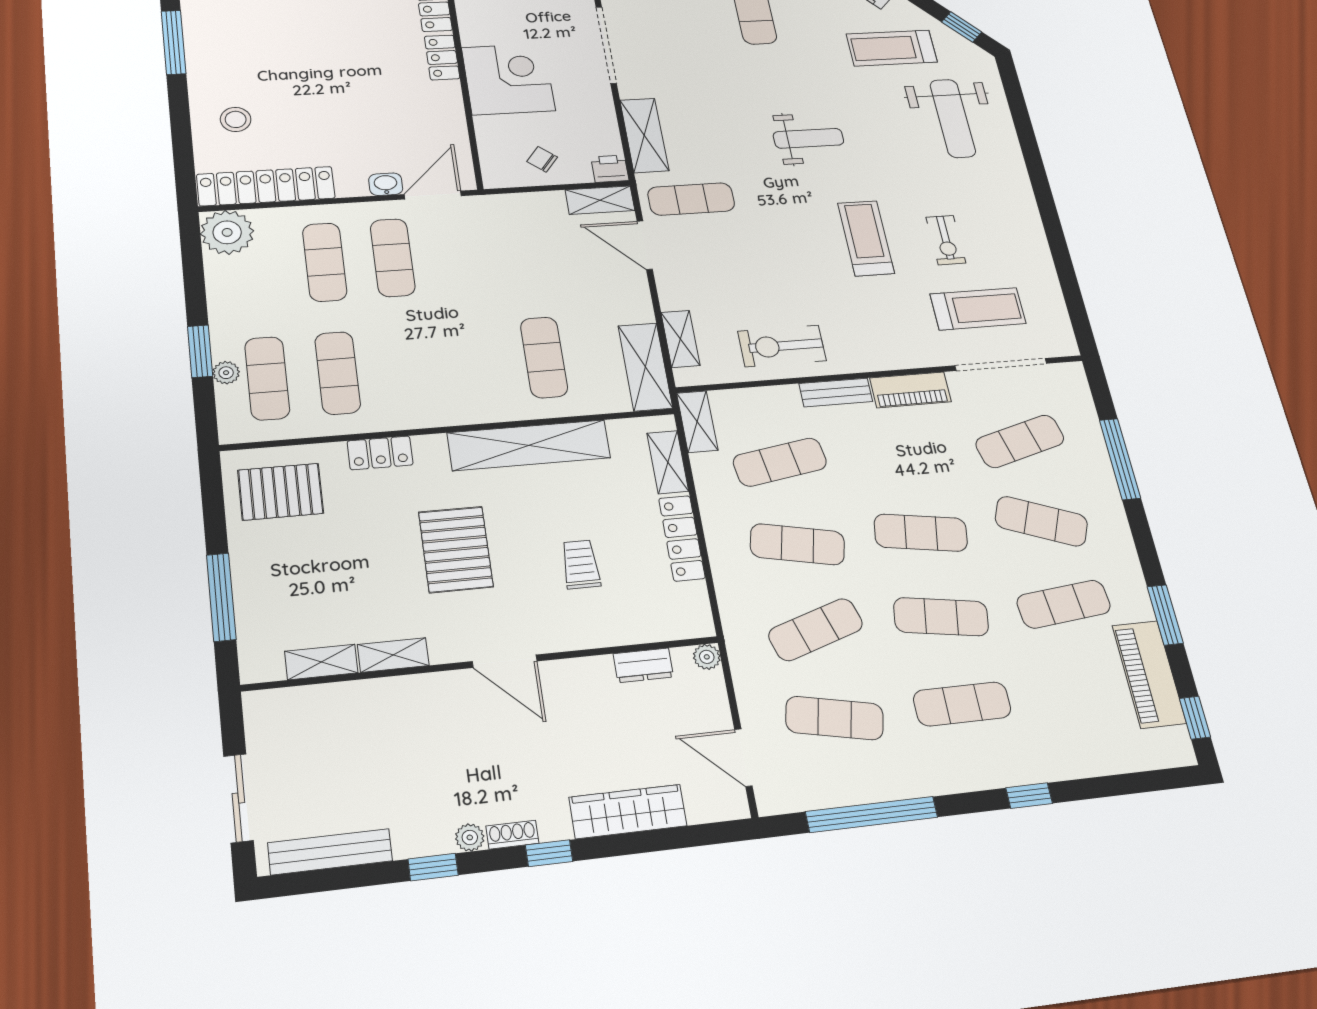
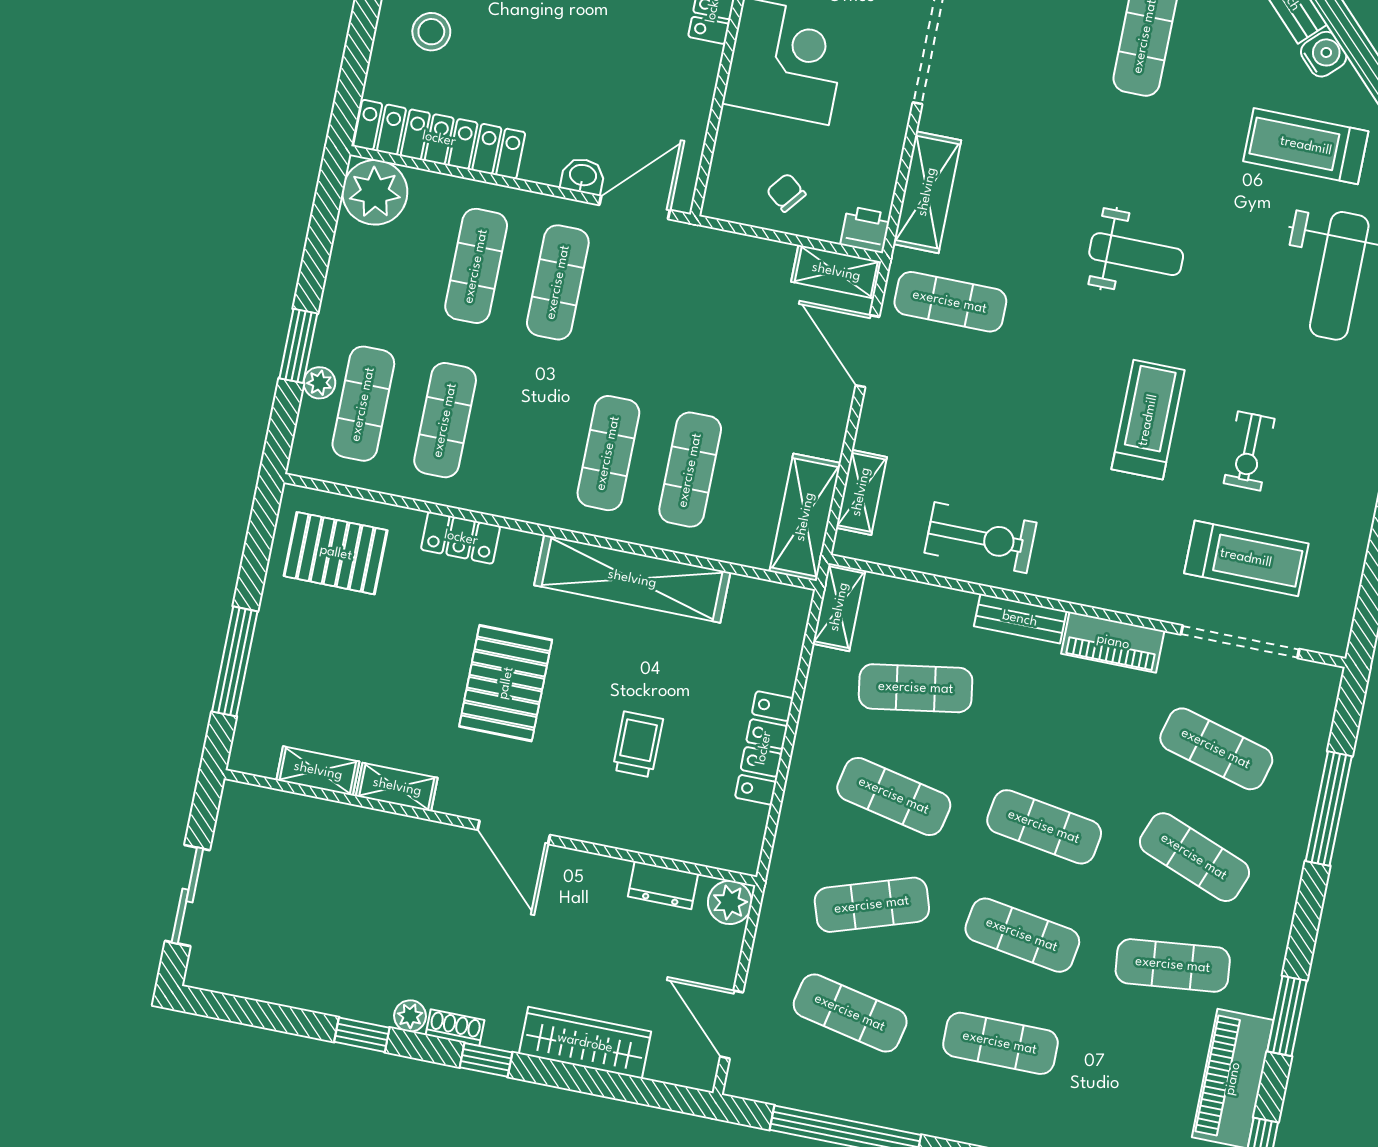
exercise bike: (782, 346) -> (981, 538), turned 180
exercise mat: (476, 362) -> (608, 453), added
exercise mat: (1020, 441) -> (1216, 749), turned 30
shelving: (668, 462) -> (784, 649), removed
plant: (707, 657) -> (730, 902), width x1.38, depth x1.38
bench: (330, 852) -> (263, 984), removed

